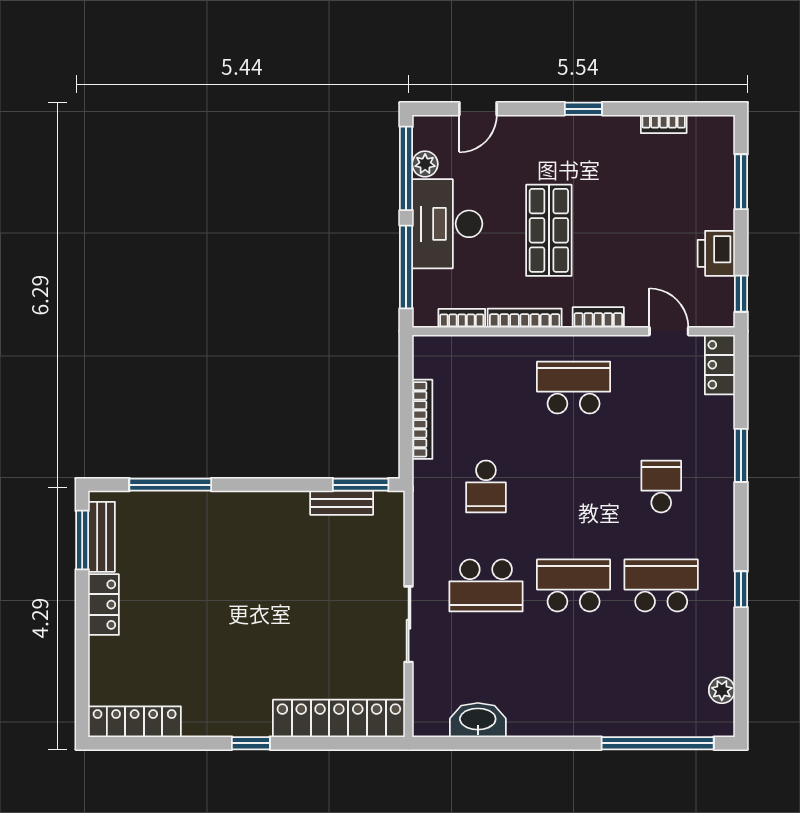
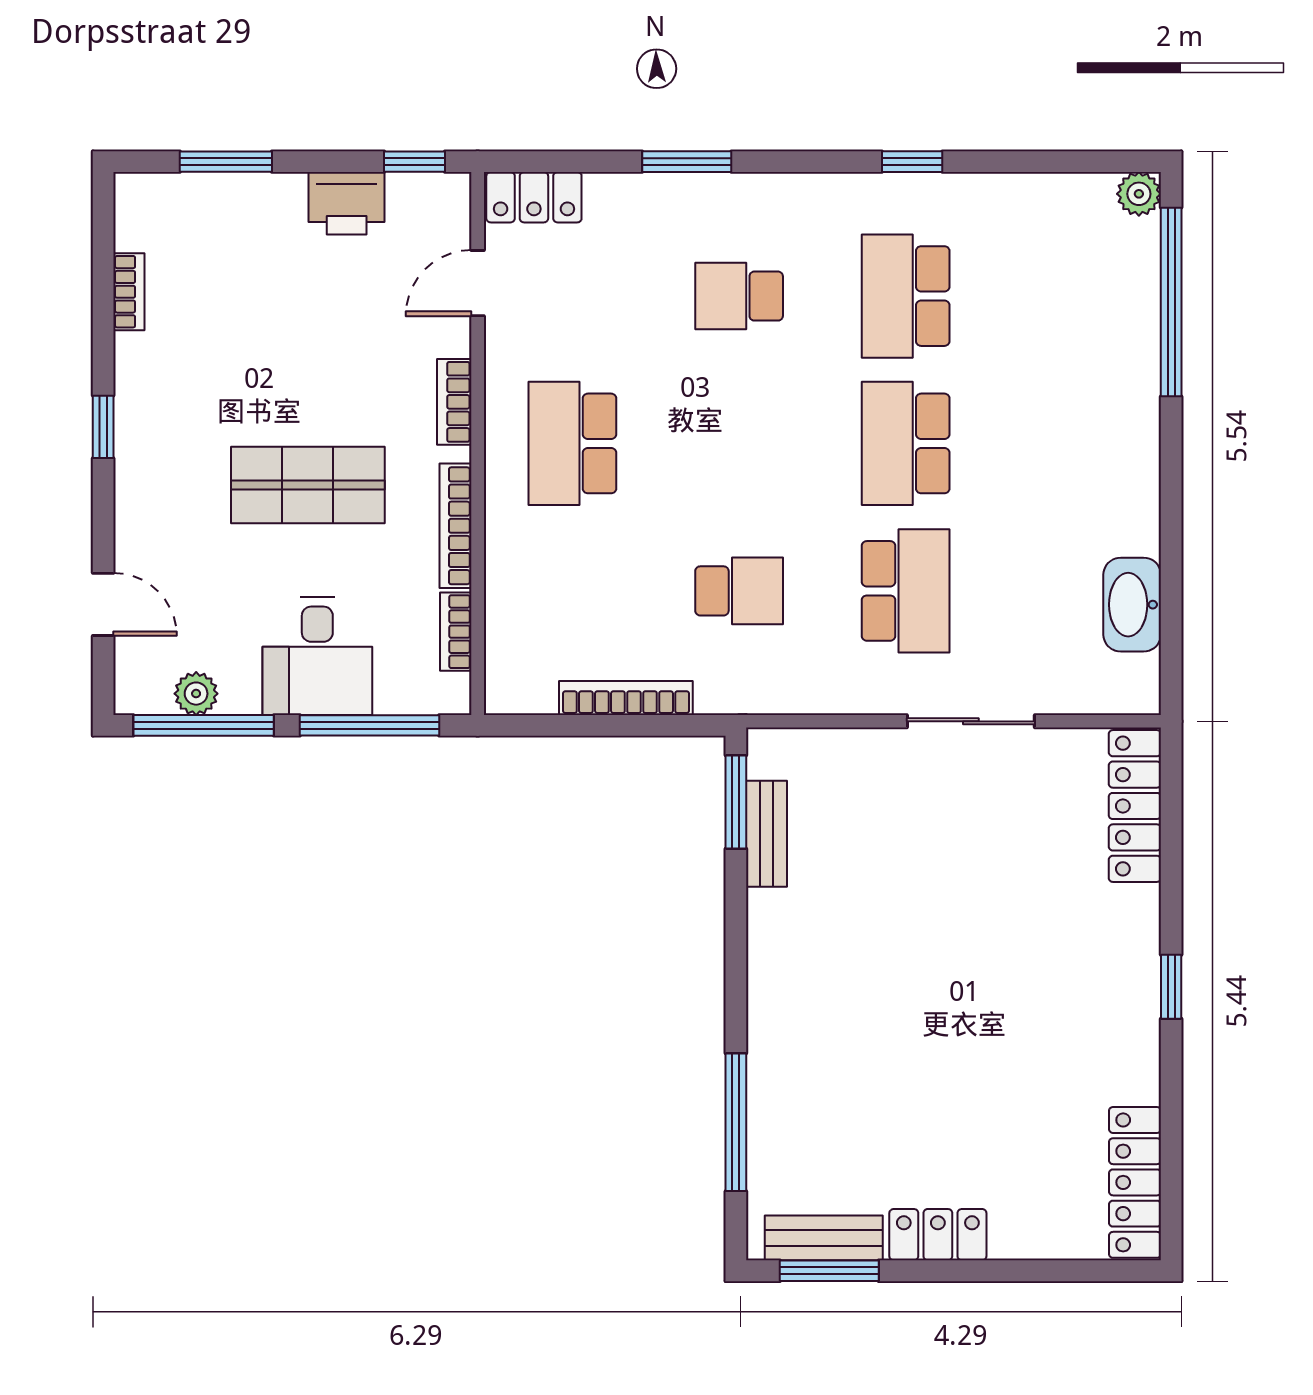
desk: (447, 224) -> (317, 656), width x0.73
plant: (722, 690) -> (1139, 194), moved
locker: (339, 718) -> (1135, 806), width x0.71, depth x0.83

